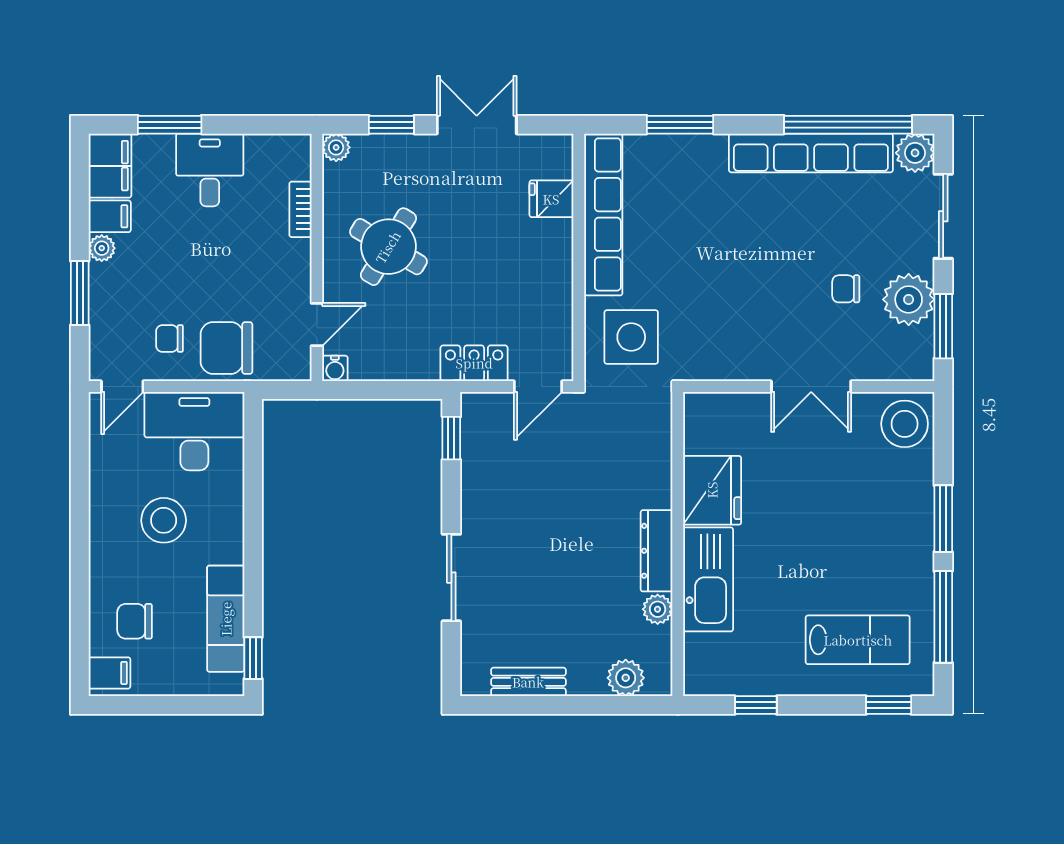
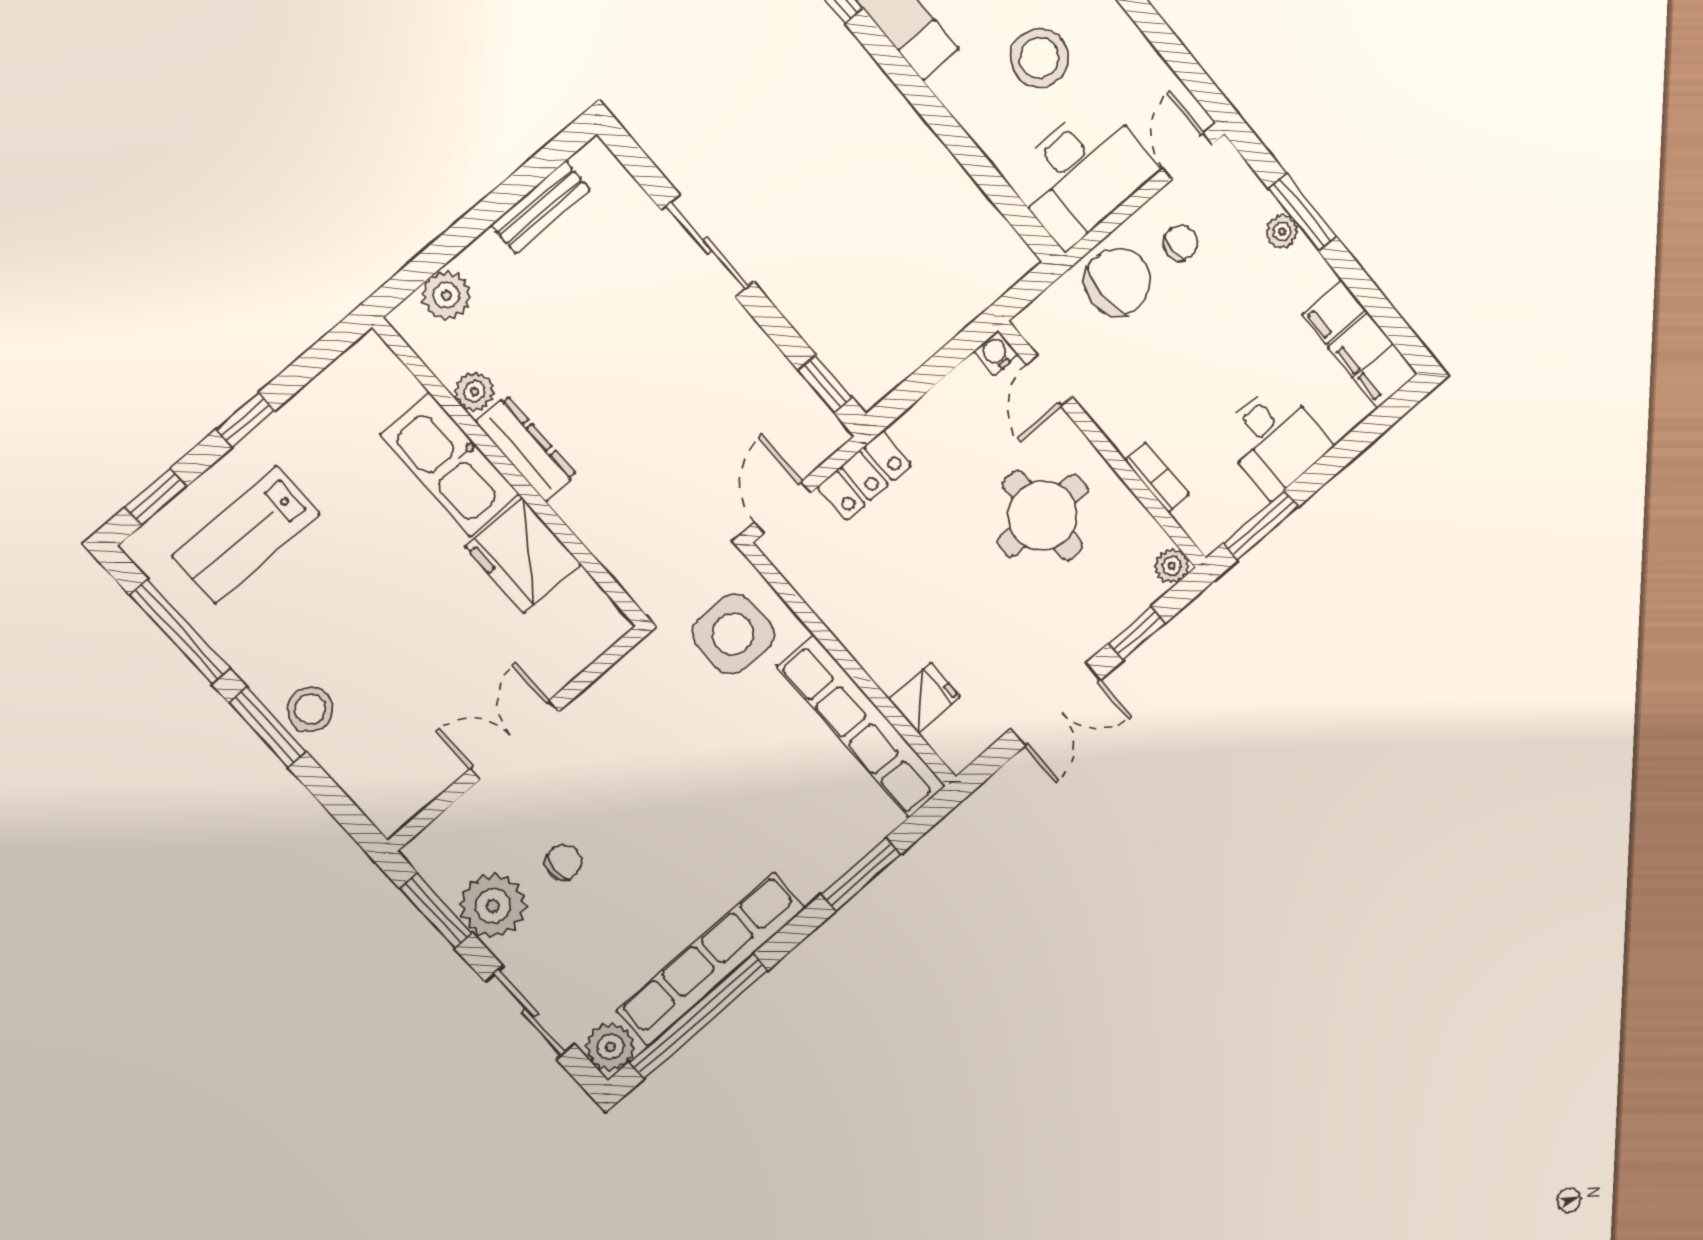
window: (170, 125) -> (1261, 525), moved
round table: (388, 247) -> (1043, 516), turned -31
plant: (102, 248) -> (1282, 232), moved
stool: (905, 424) -> (310, 709), moved, width x0.73, depth x0.73
window: (756, 705) -> (245, 420), moved

